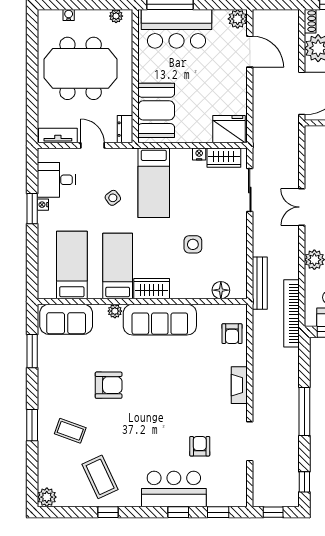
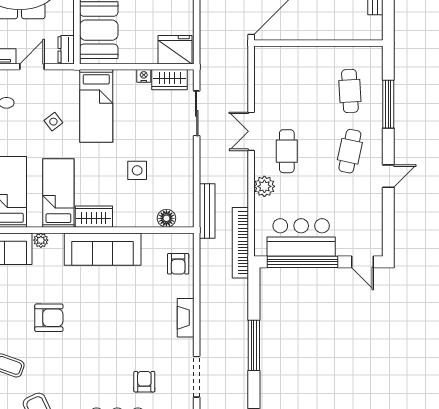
door: (92, 145) -> (32, 67), hinge flipped
plant: (115, 311) -> (41, 240), moved

